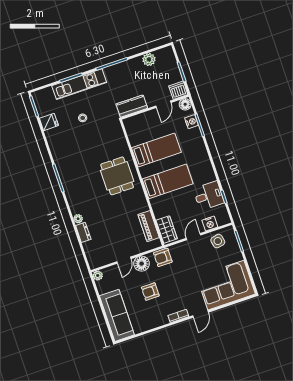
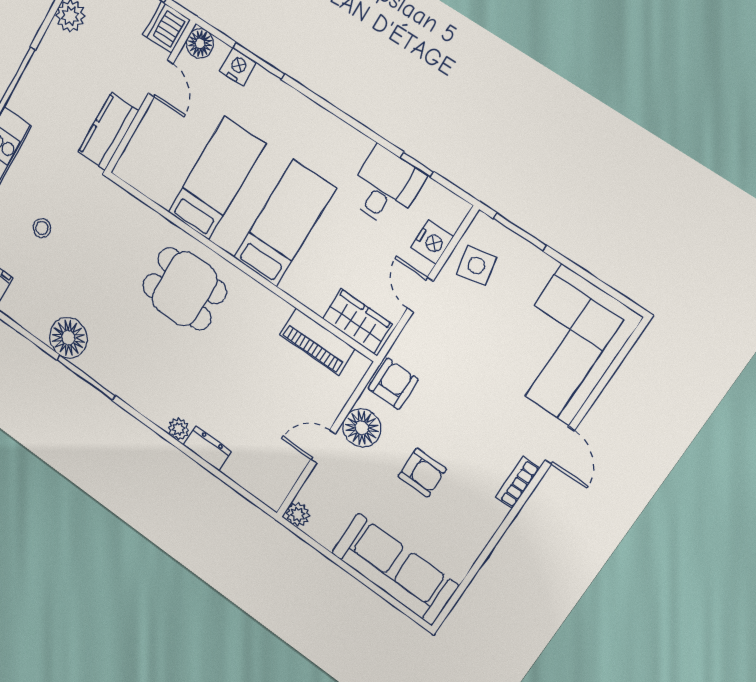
floor lamp: (63, 160) -> (68, 338), added
armchair: (163, 257) -> (393, 384), turned 180
door: (124, 260) -> (323, 447), swing flipped
armchair: (150, 292) -> (422, 473), turned -90

